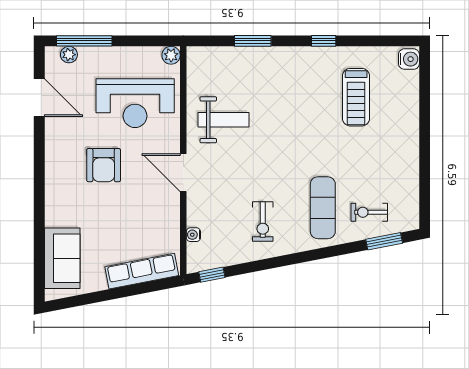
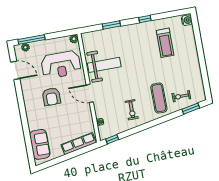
weight bench: (224, 120) -> (104, 65), width x1.36, depth x1.33

